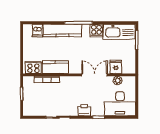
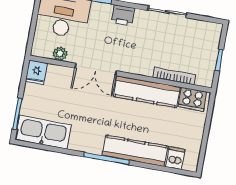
cooker: (96, 30) -> (80, 141), removed
kitchen counter: (55, 67) -> (147, 92), width x1.50
fridge: (116, 67) -> (36, 72), moved

